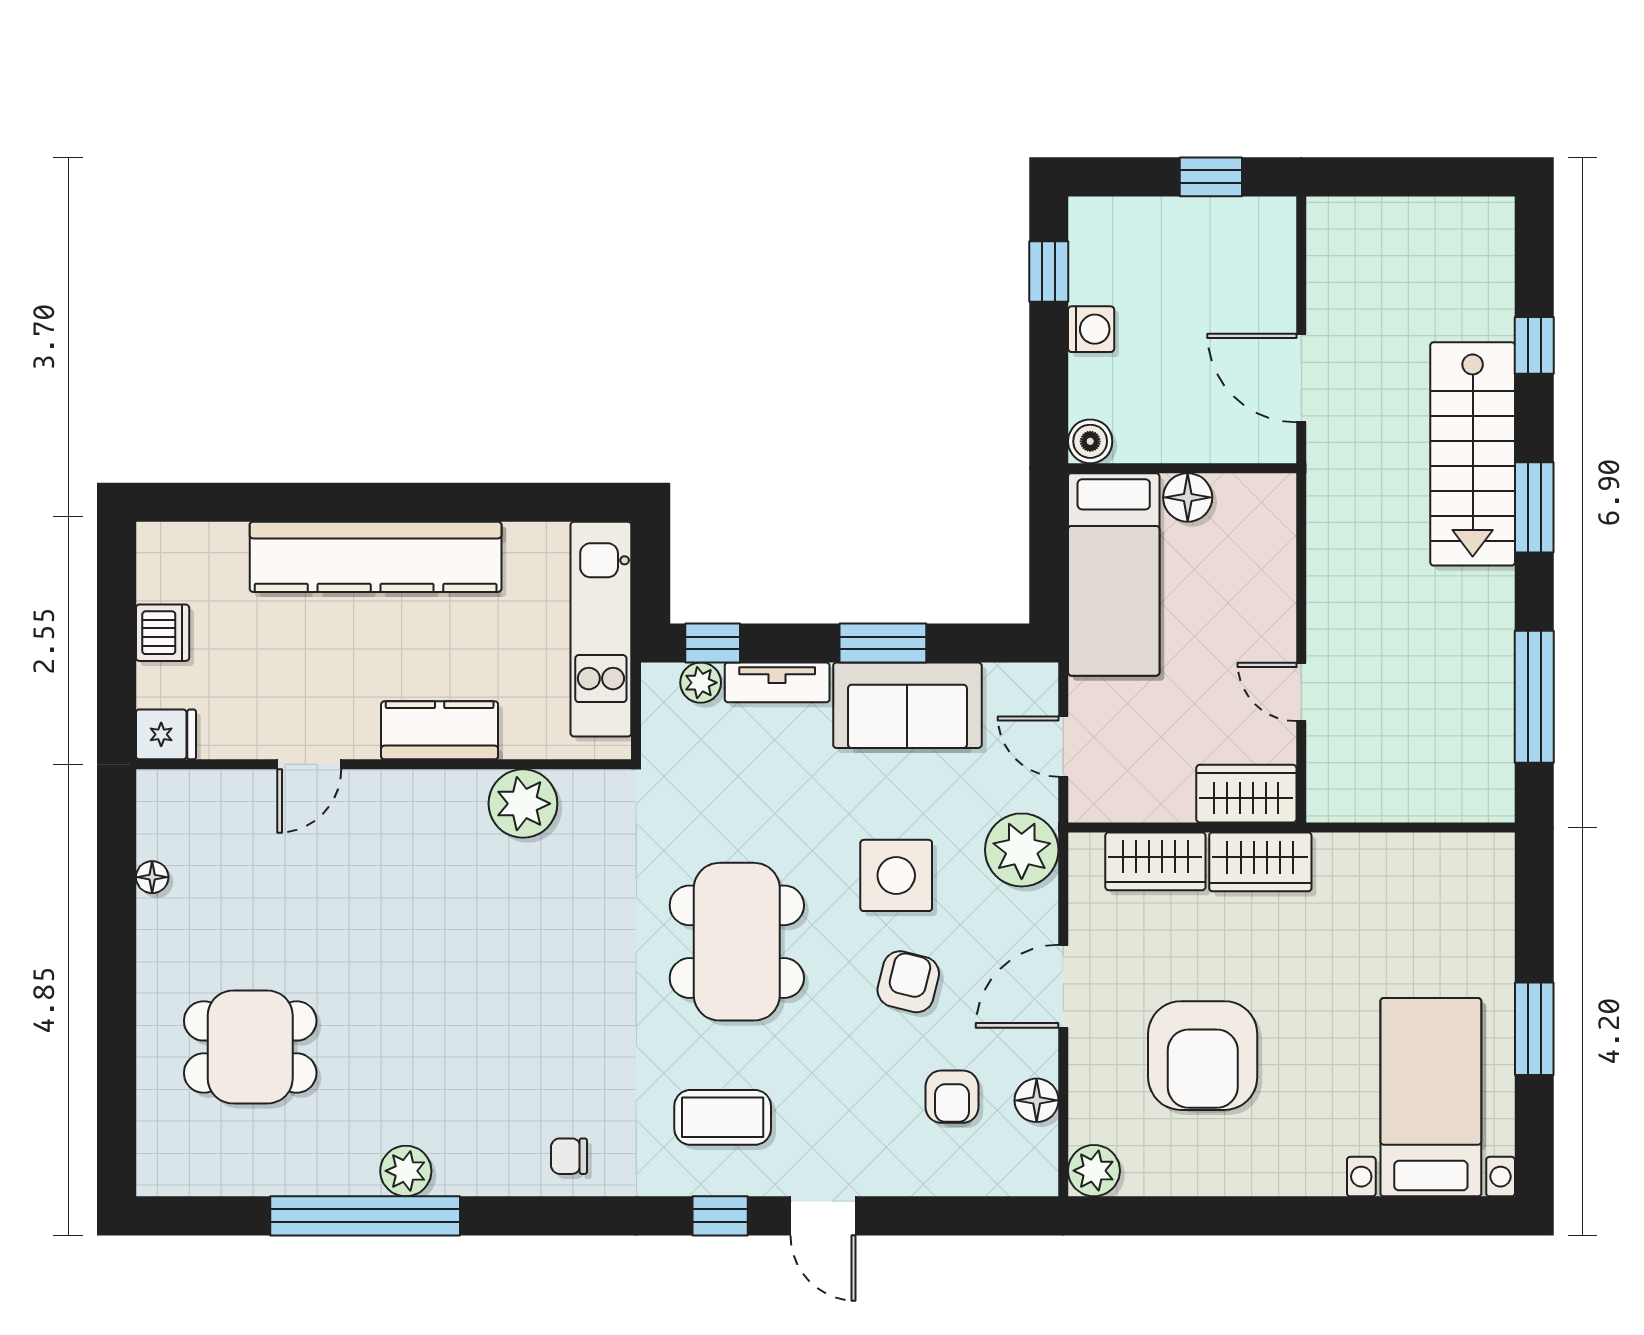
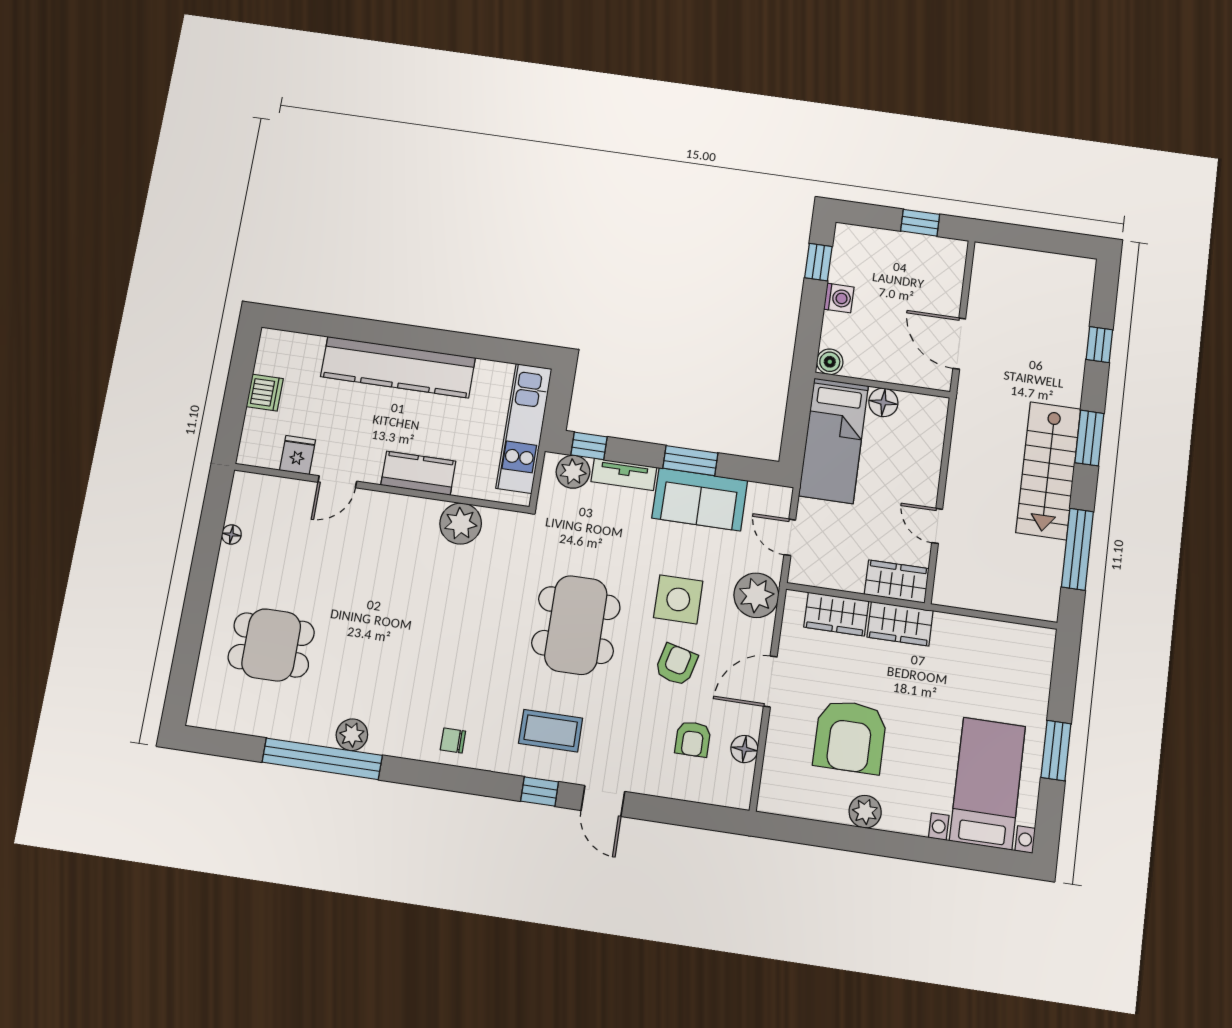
stairs: (1473, 454) -> (1048, 471), moved
plant: (701, 683) -> (573, 472), width x1.38, depth x1.38
fridge: (166, 734) -> (297, 455), moved, turned -90
plant: (1094, 1171) -> (865, 812), moved

